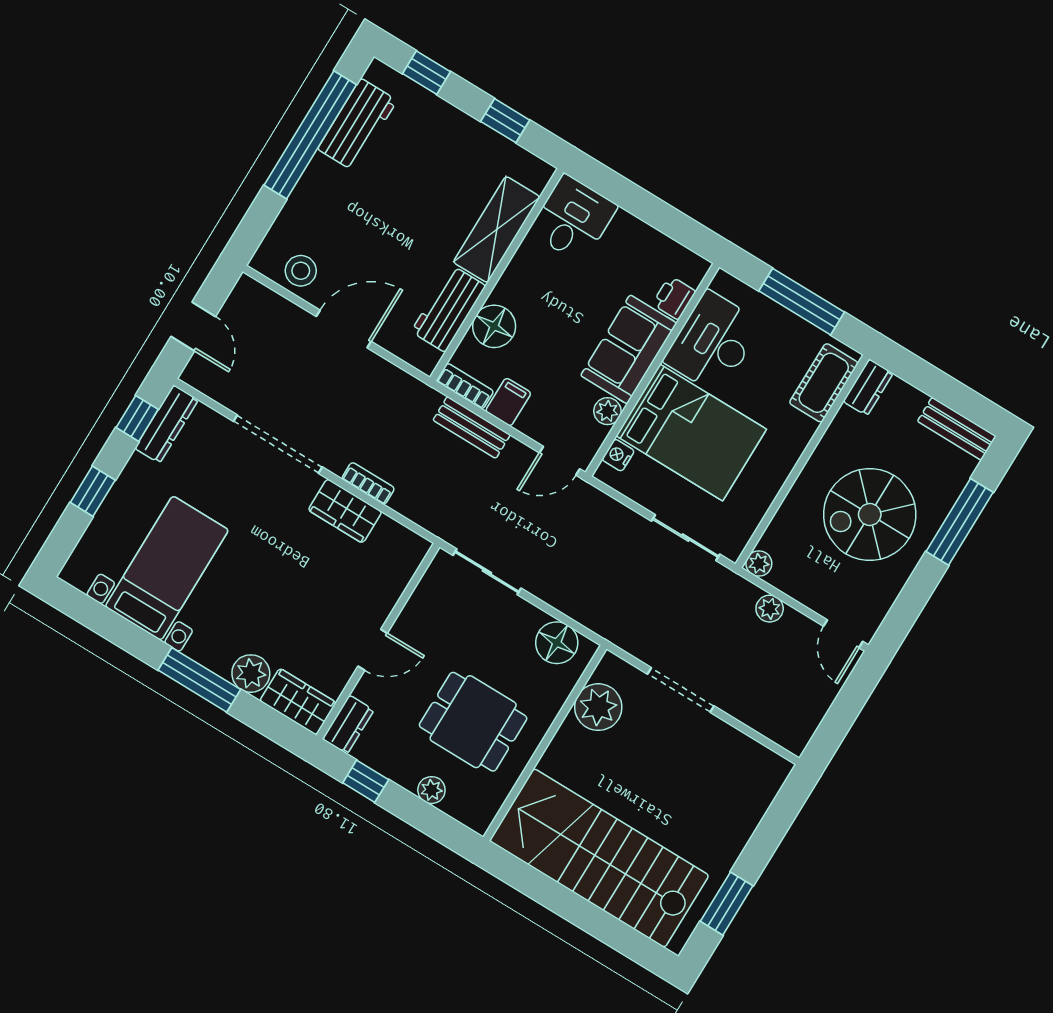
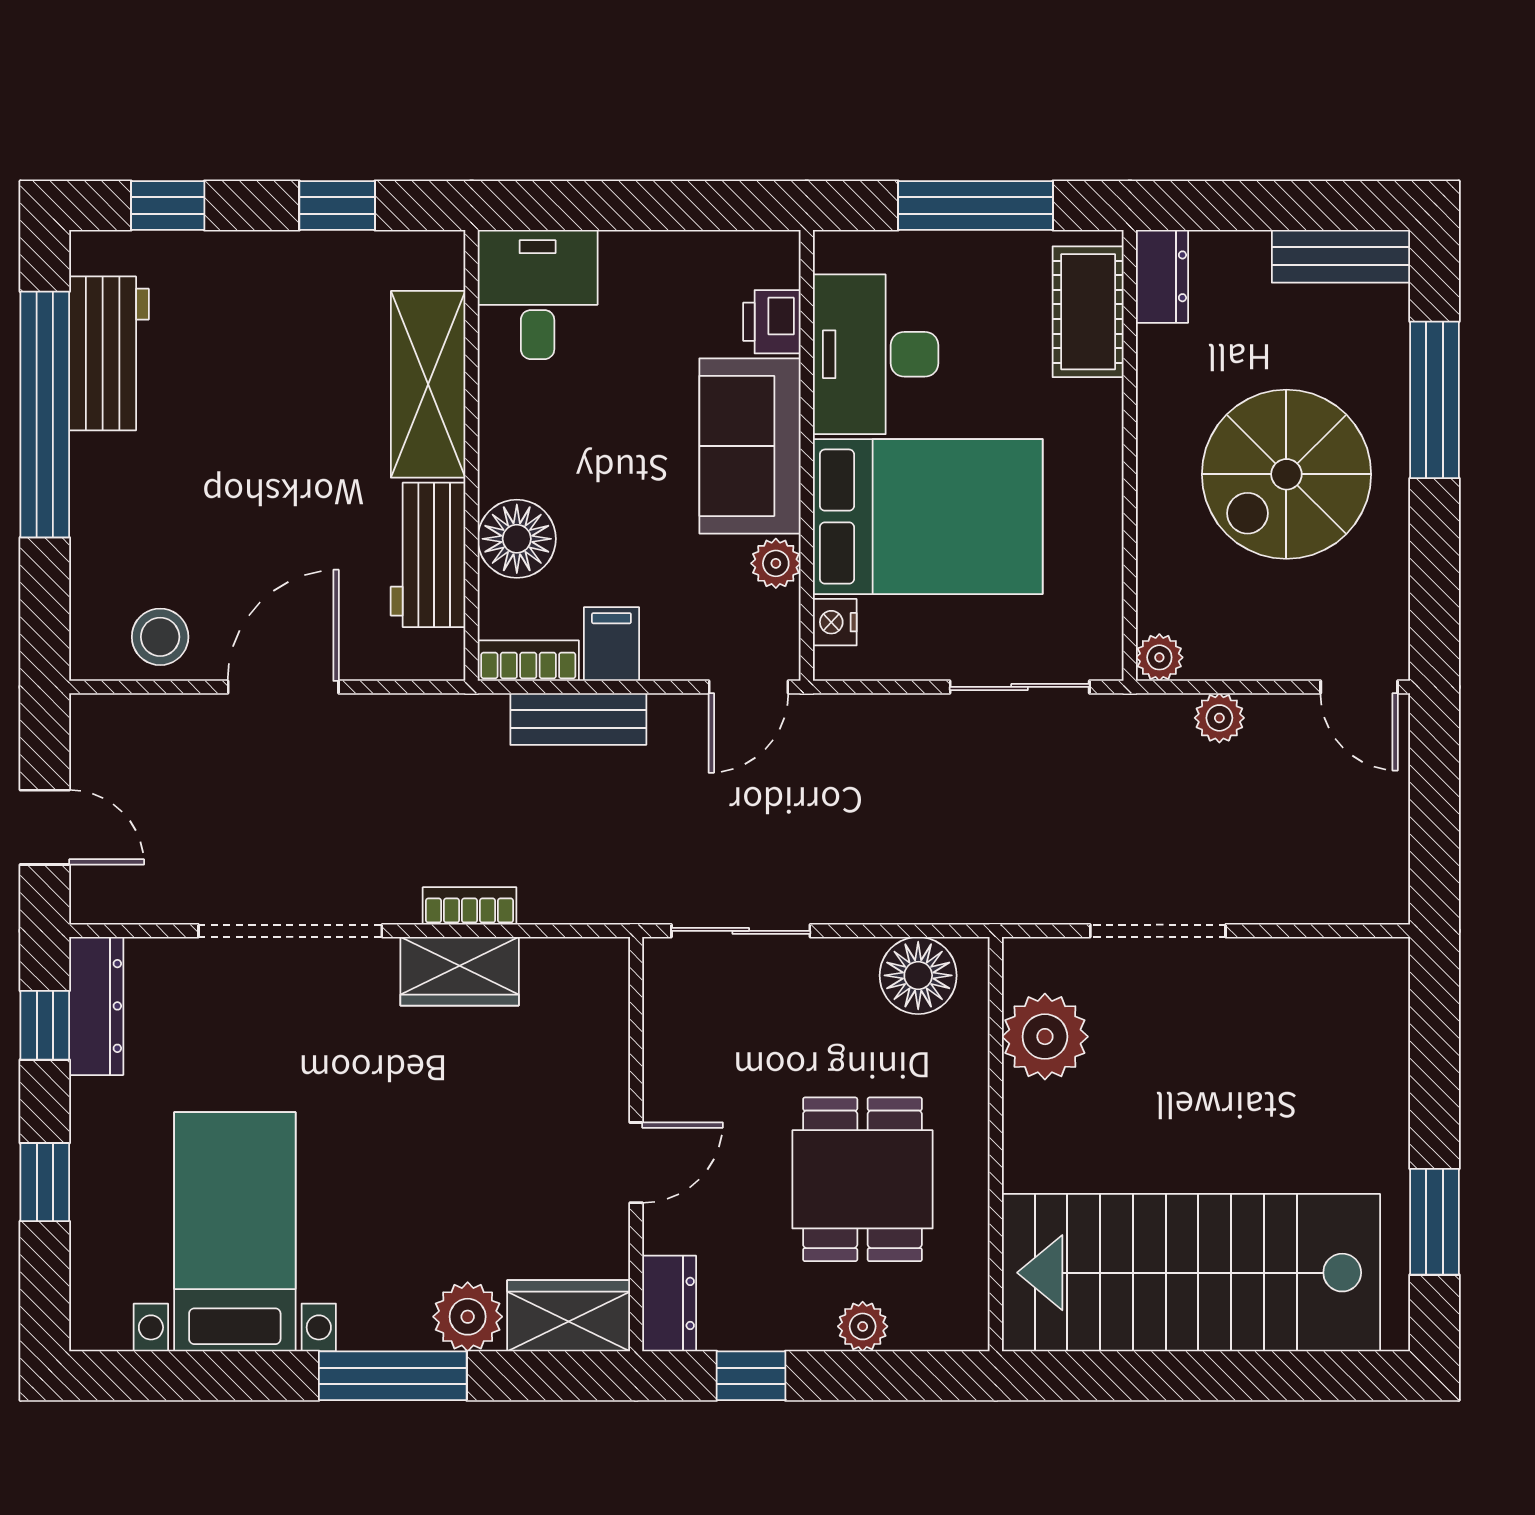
dining table: (473, 722) -> (862, 1179), turned 90

